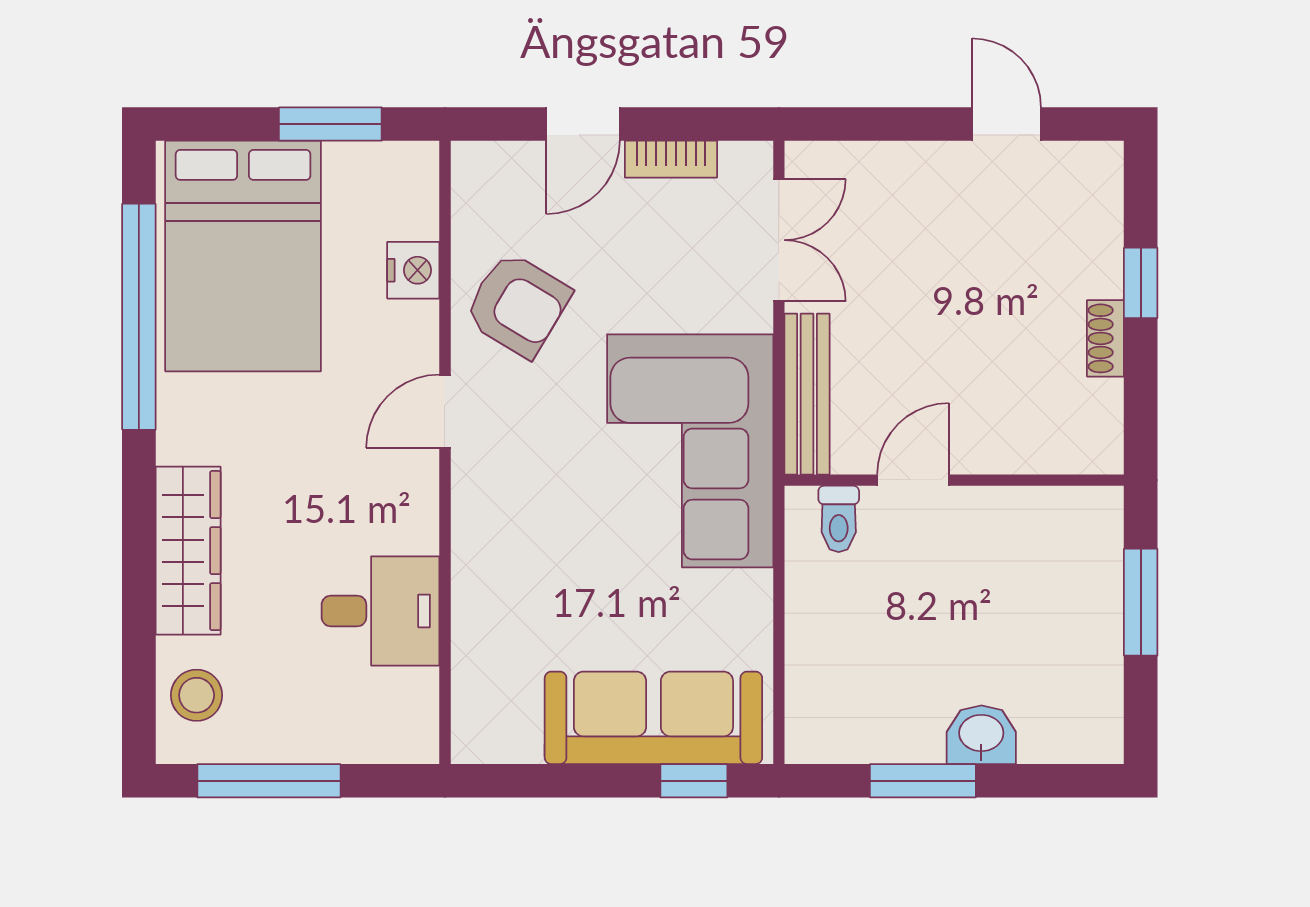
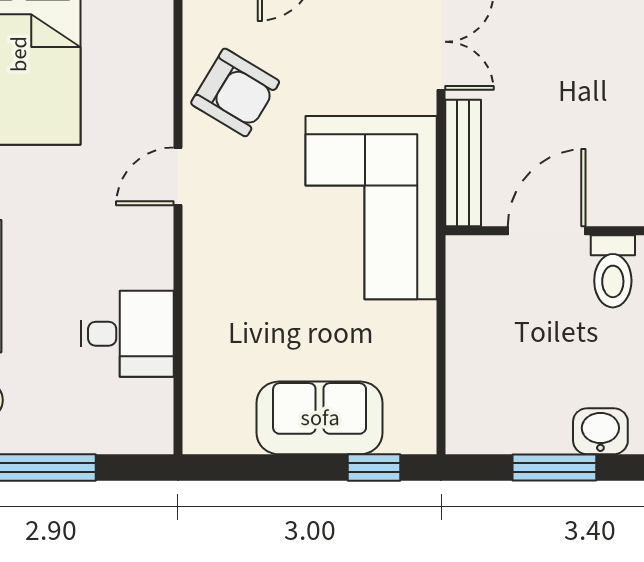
nightstand: (413, 270) -> (153, 65), removed
door: (913, 480) -> (547, 231), width x1.38
toilet: (839, 519) -> (613, 271), moved, width x1.37, depth x1.39
sofa: (653, 718) -> (320, 418), width x0.73

